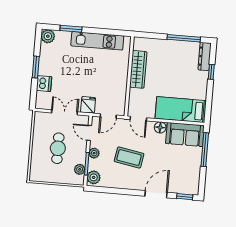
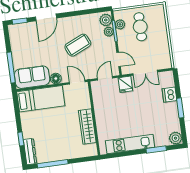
cafe table: (58, 148) -> (140, 27), moved
plant: (94, 153) -> (109, 32), moved
coffee table: (129, 157) -> (78, 45), turned -34

